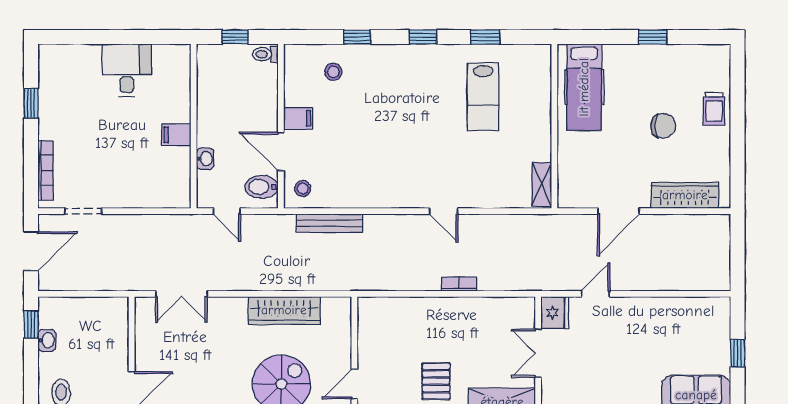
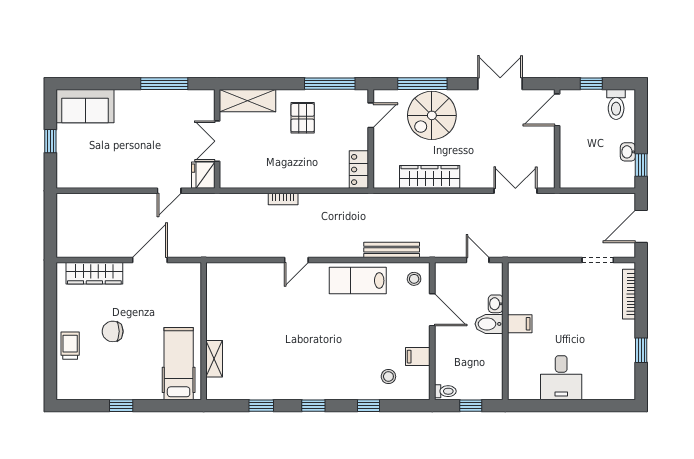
lab bench: (483, 97) -> (358, 281), moved, turned -90
filing cabinet: (298, 118) -> (418, 357), moved
shelving: (542, 184) -> (214, 359), moved
bidet: (262, 187) -> (489, 324), moved, turned 180
door: (443, 211) -> (296, 260), swing flipped
locker: (369, 319) -> (359, 170), added
double door: (538, 353) -> (217, 141), swing flipped

